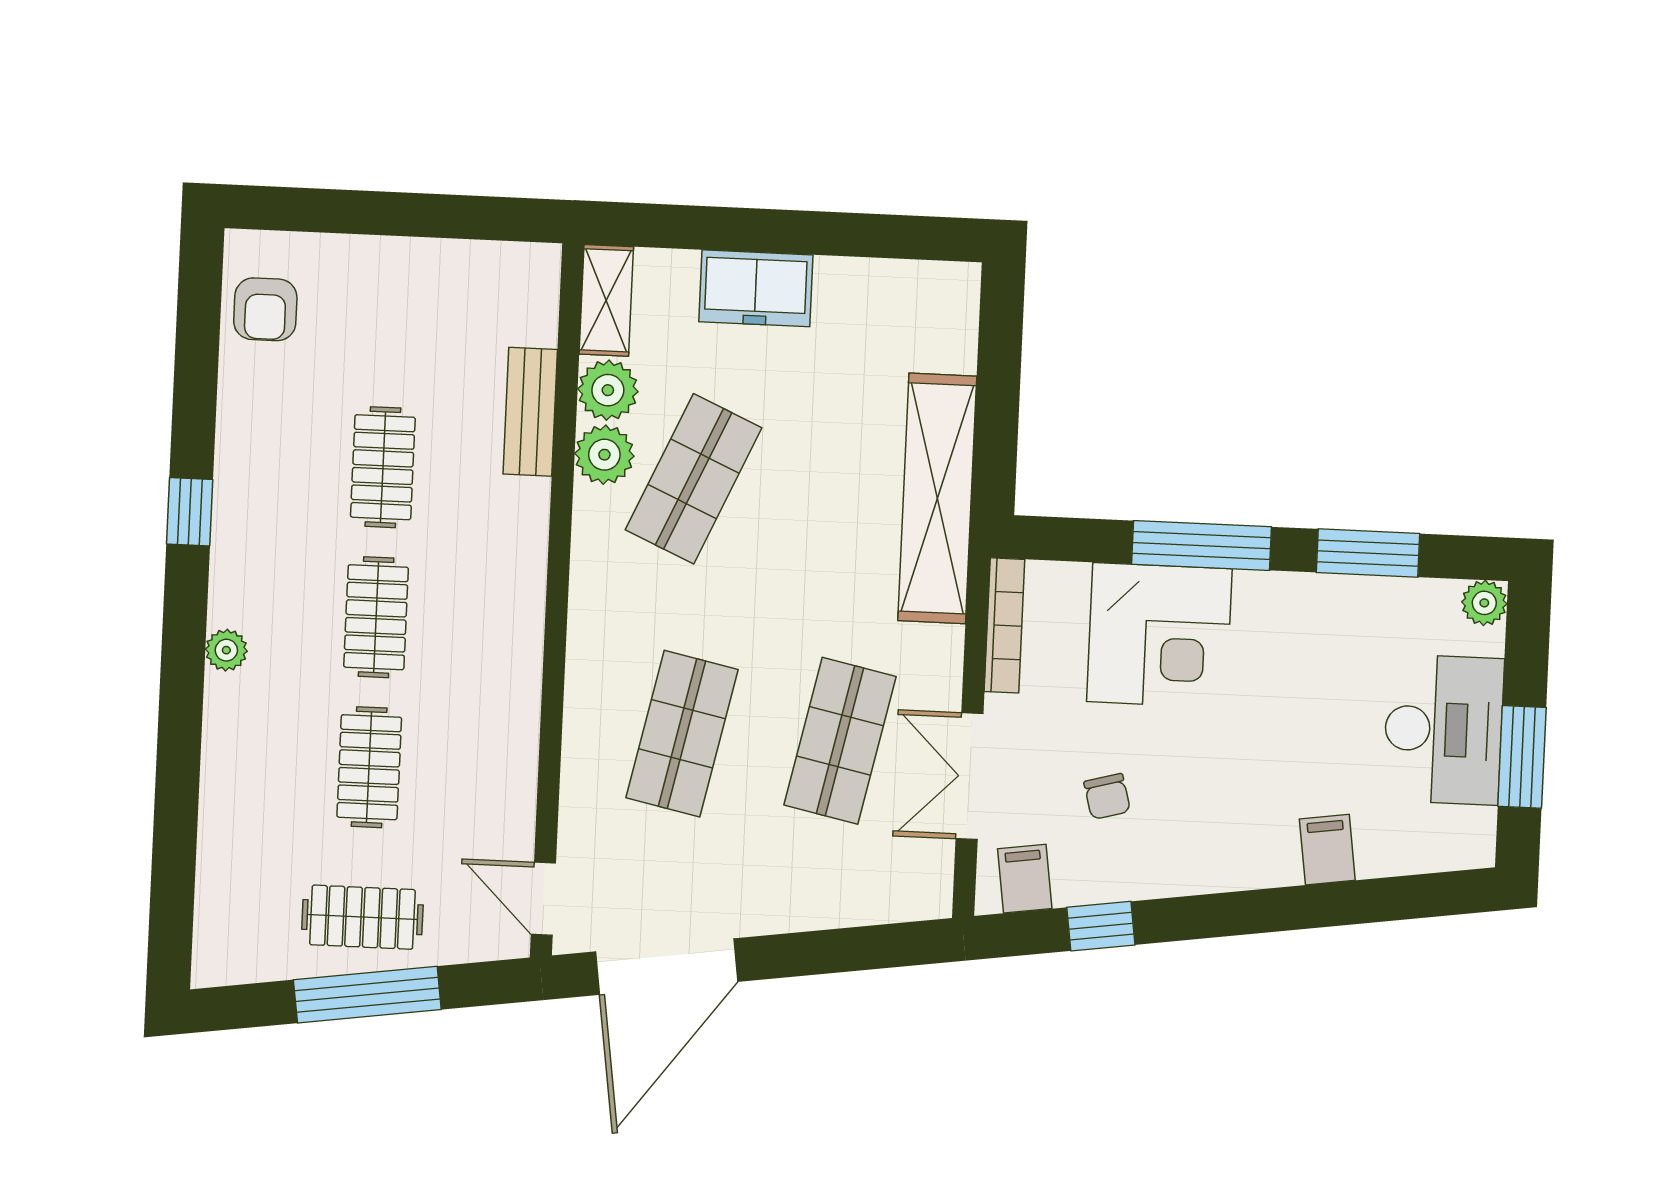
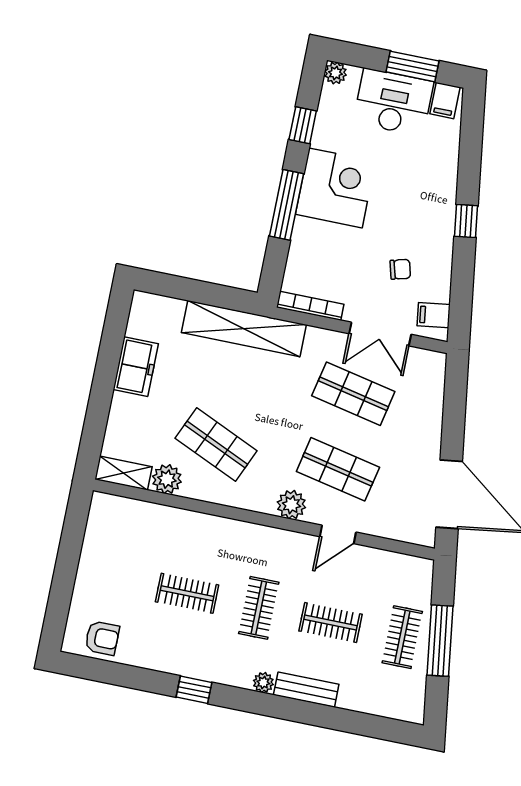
freezer: (756, 288) -> (136, 367), moved
bench: (530, 412) -> (306, 690), moved
plant: (604, 455) -> (291, 505), moved
window: (1368, 553) -> (303, 125), width x0.67
clothes rail: (376, 617) -> (259, 608), turned 90
corner desk: (1159, 635) -> (336, 188), moved
filing cabinet: (1327, 850) -> (445, 100), moved, turned -82
door: (543, 899) -> (338, 534), moved
window: (1101, 926) -> (466, 221), moved

